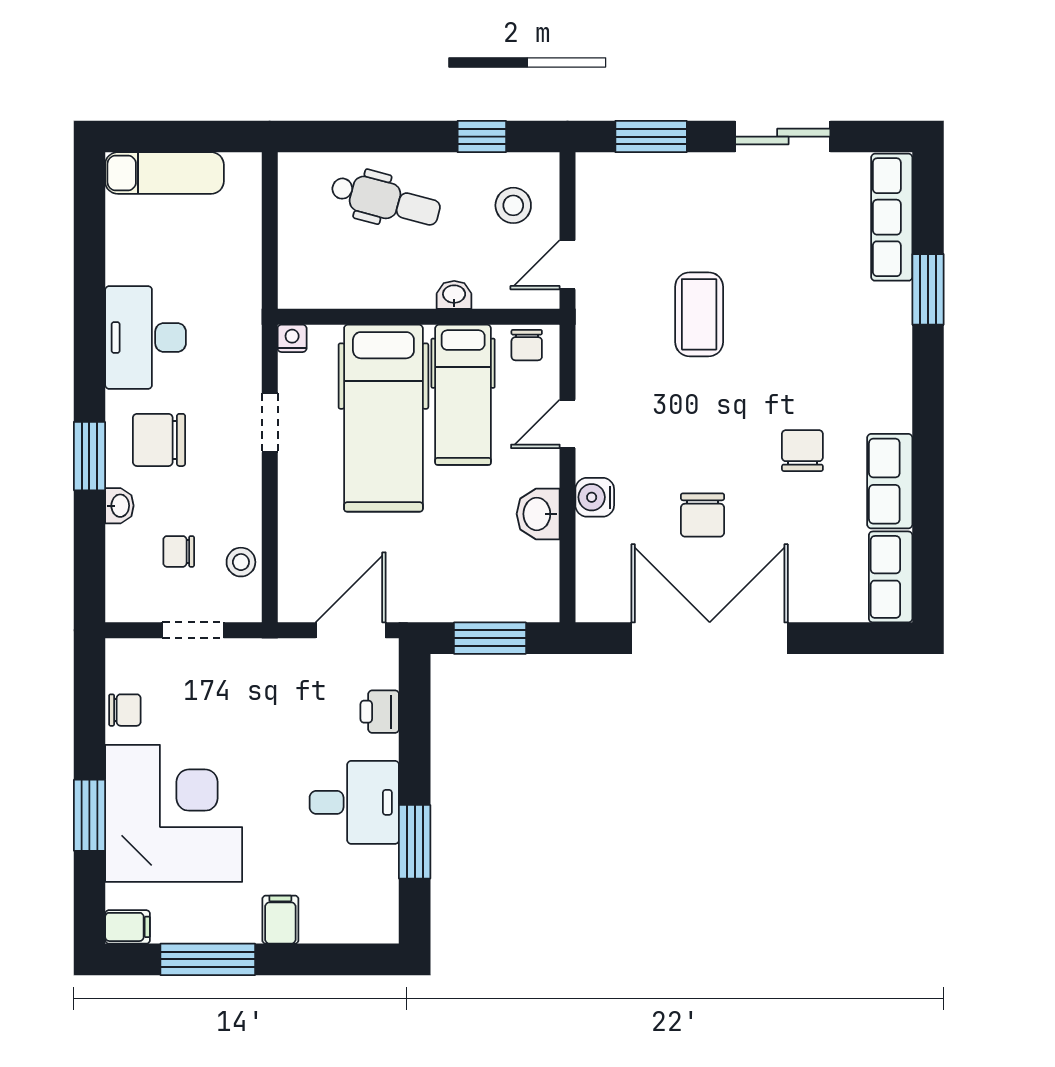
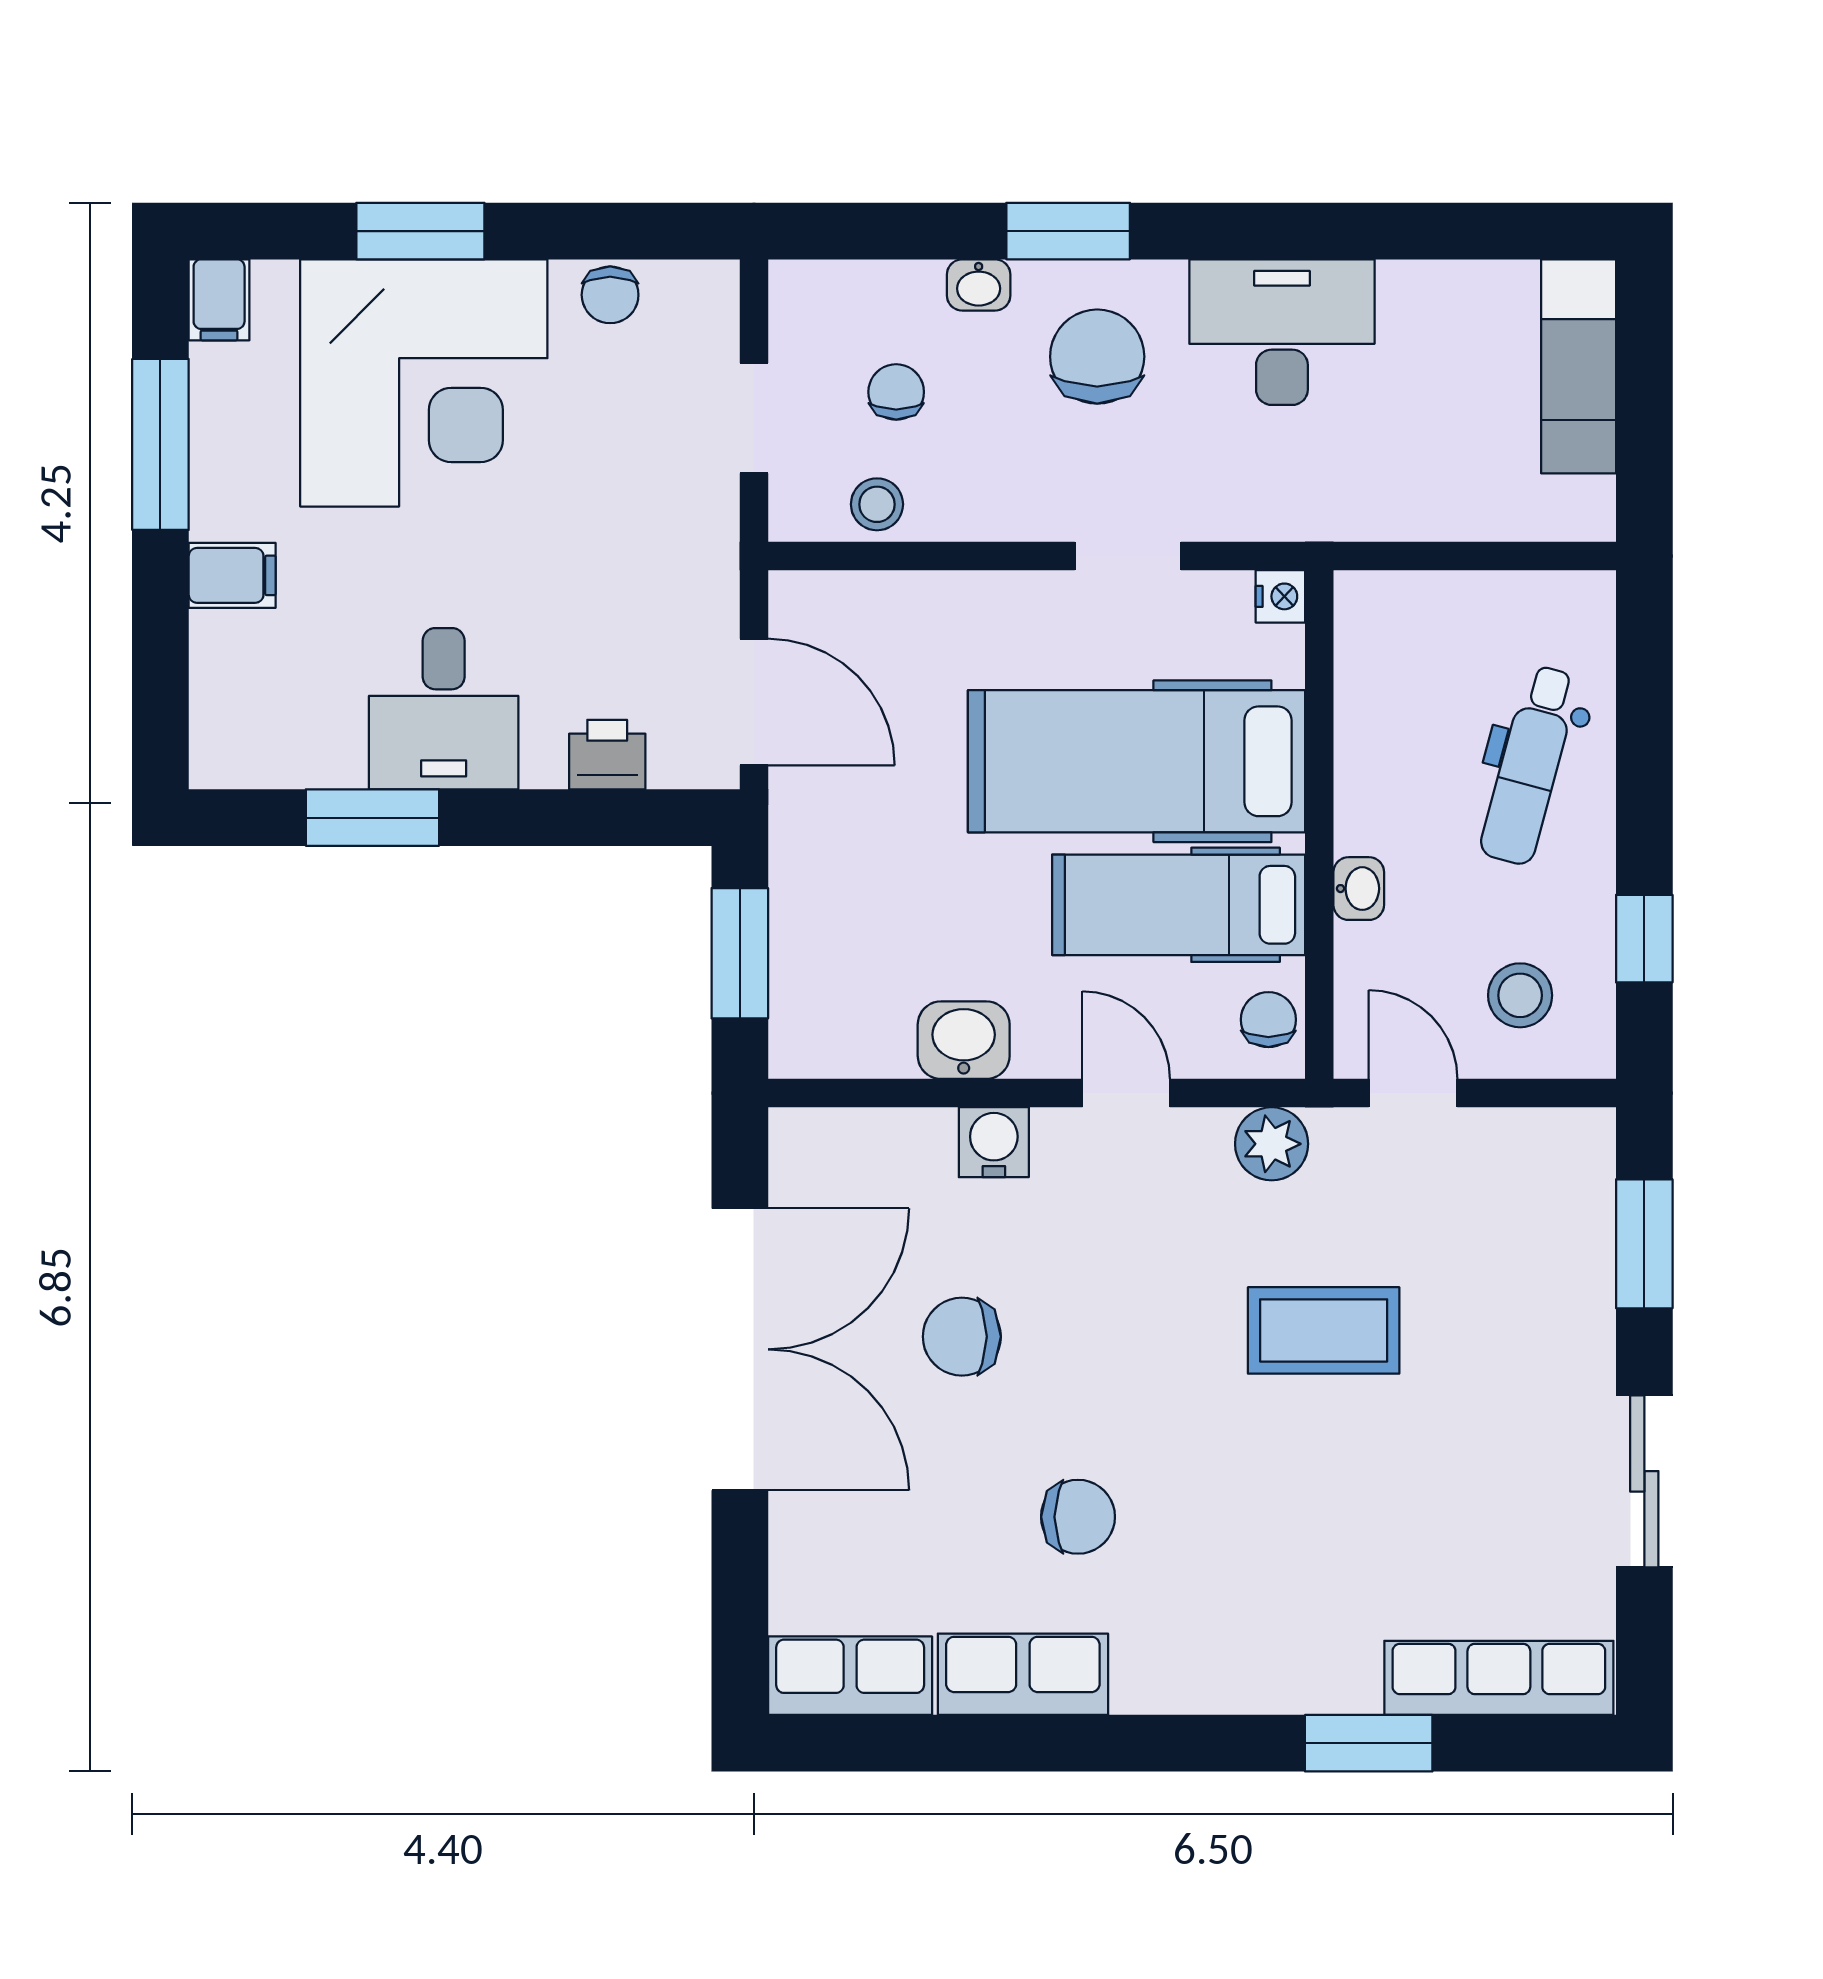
plant: (596, 343) -> (1272, 1144), added
chair: (527, 345) -> (1268, 1020), turned 90

